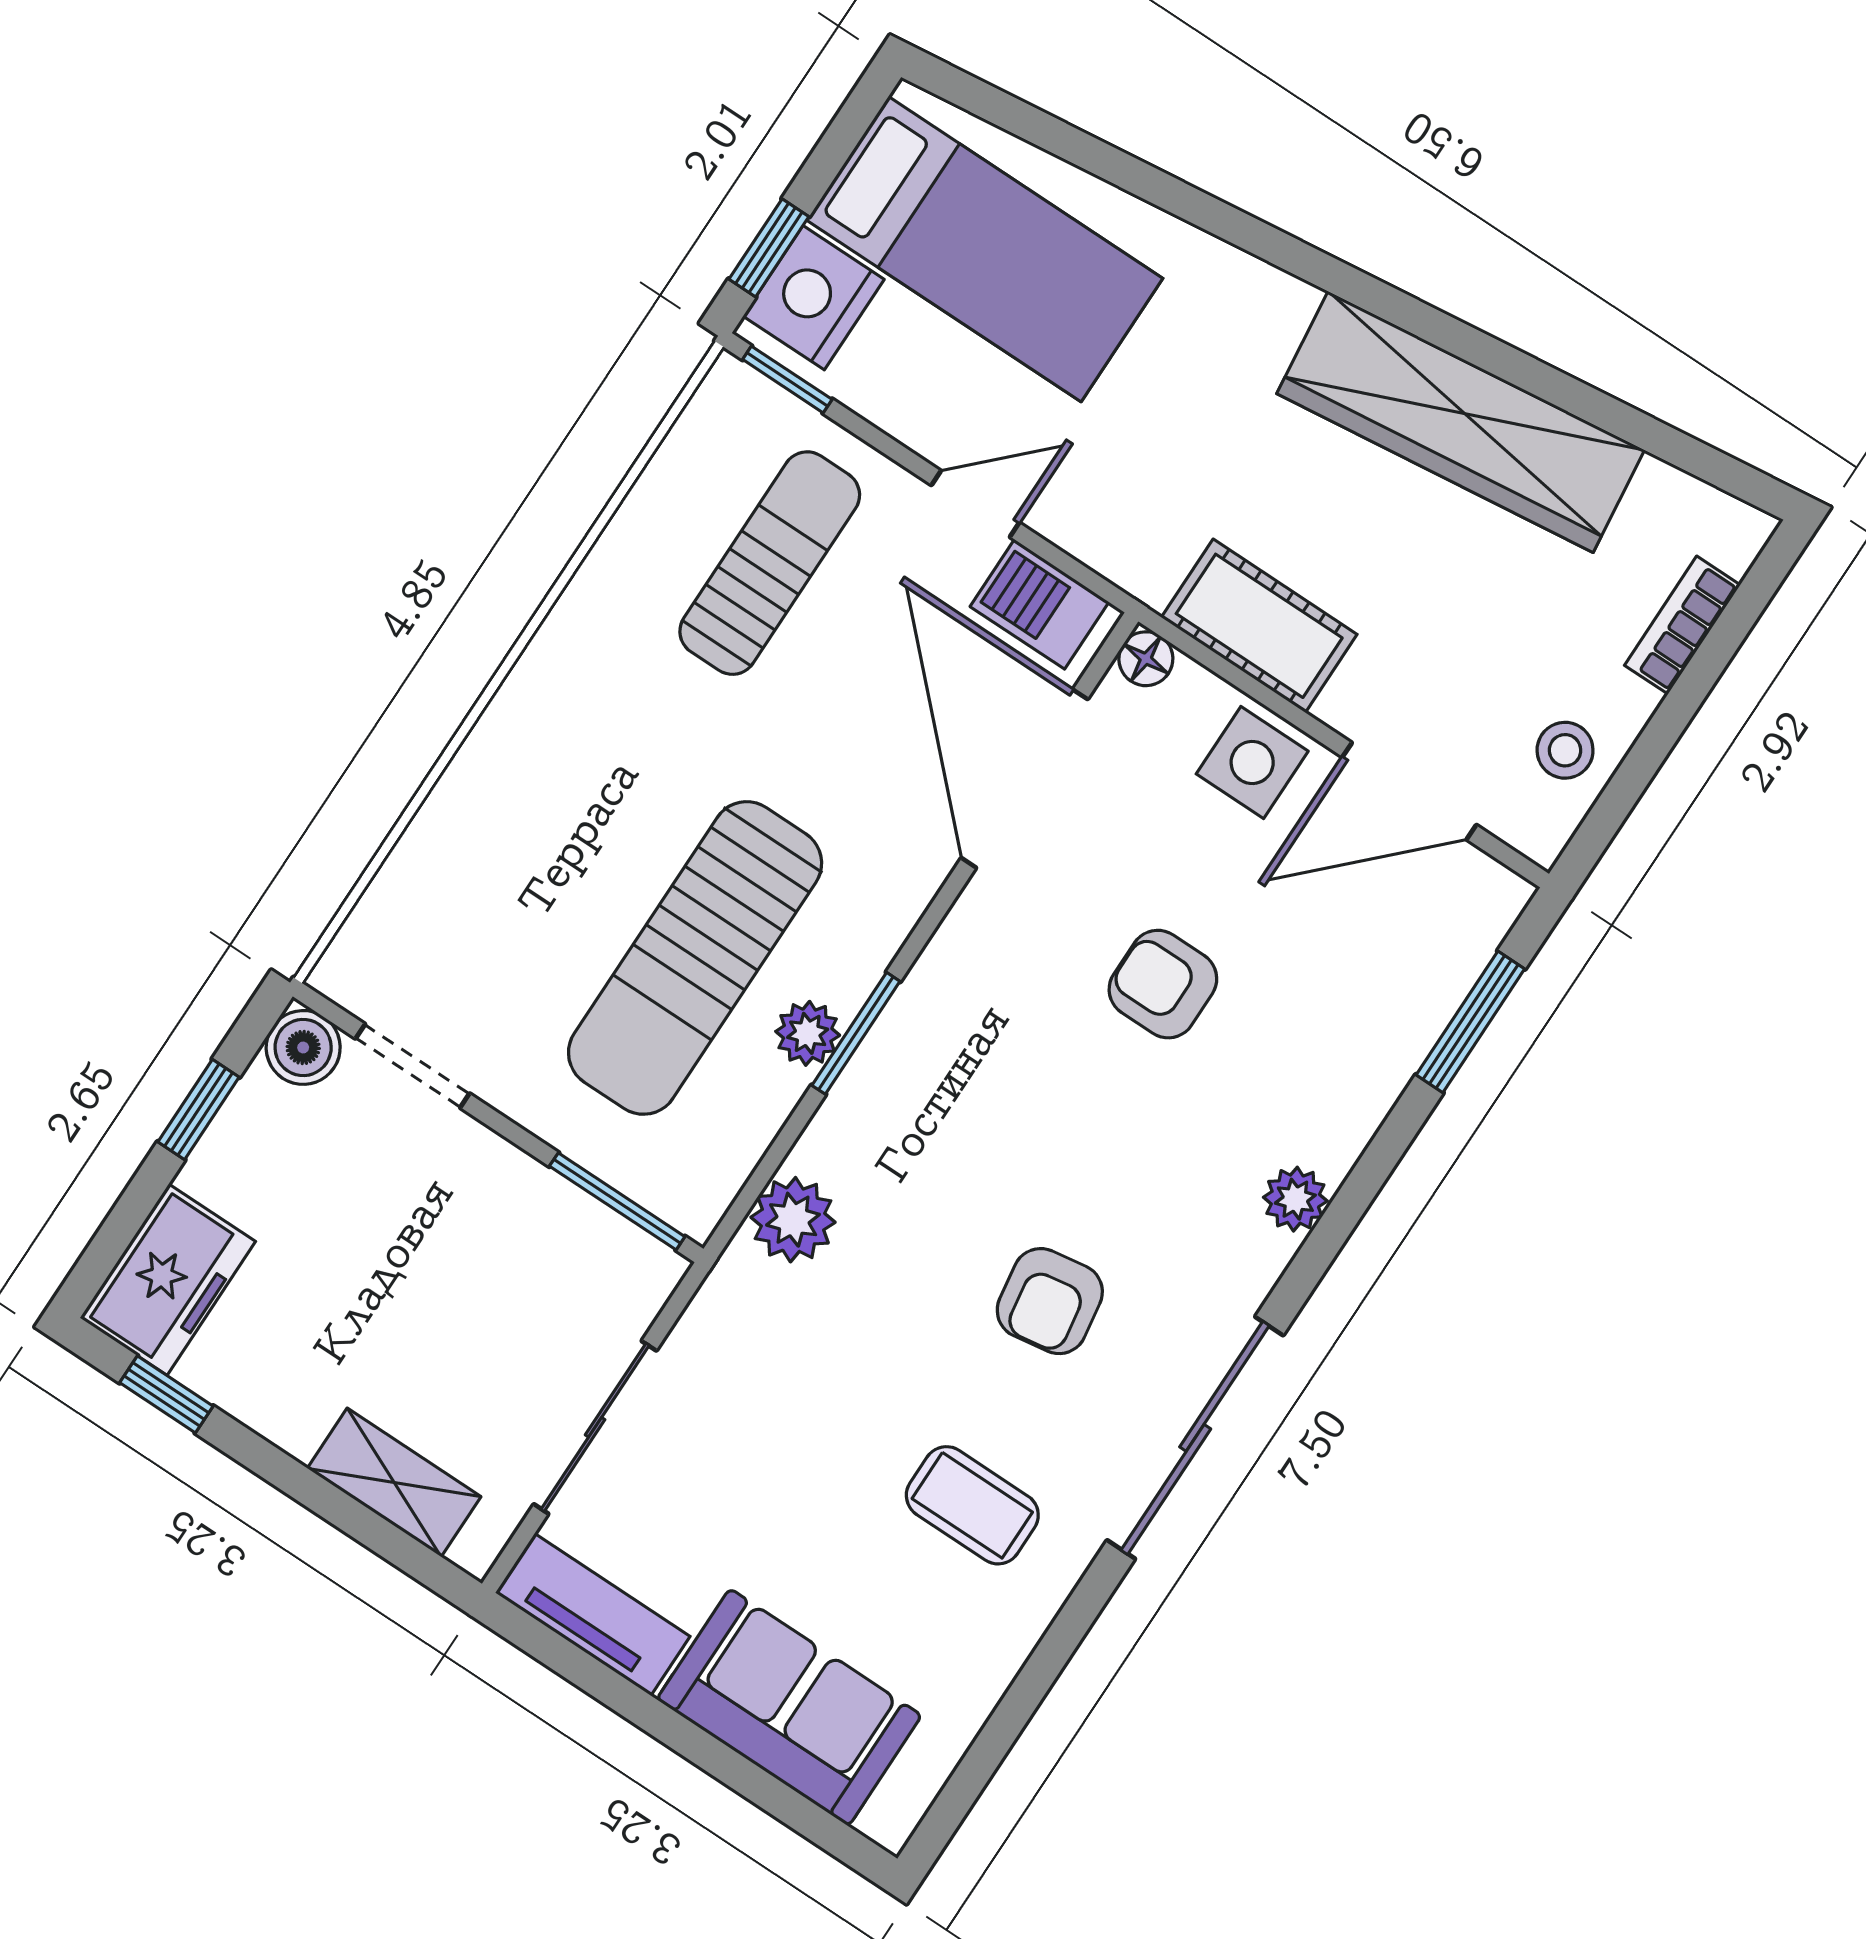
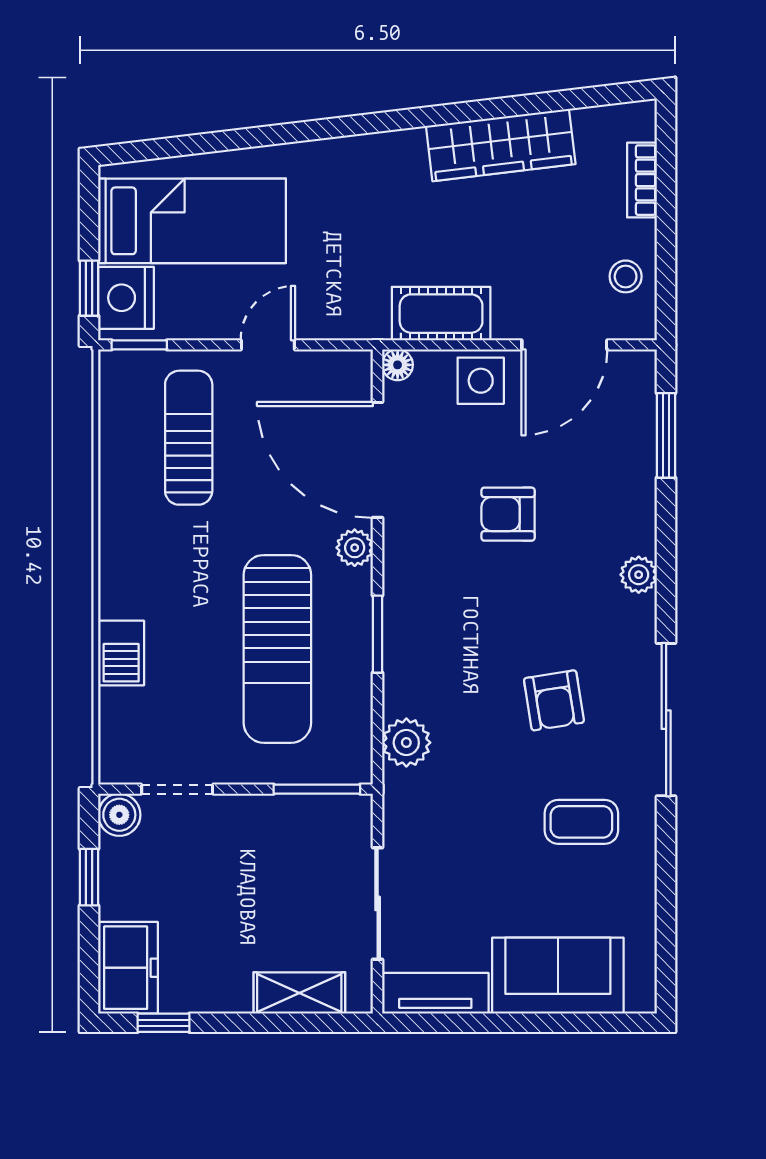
wardrobe: (1461, 422) -> (501, 145), width x0.71, depth x0.85
barbecue: (1040, 604) -> (121, 653), moved, turned -90
plant: (808, 1033) -> (355, 548), moved

